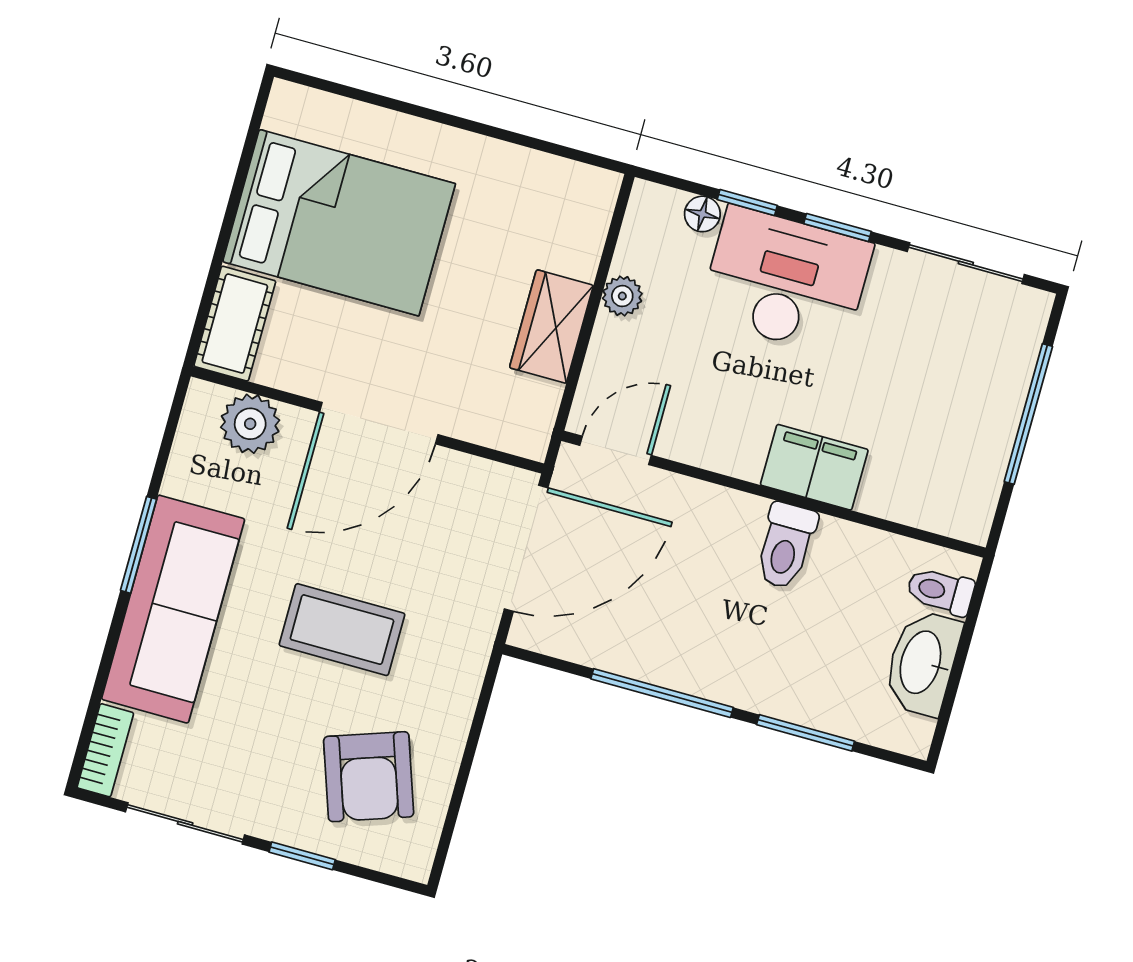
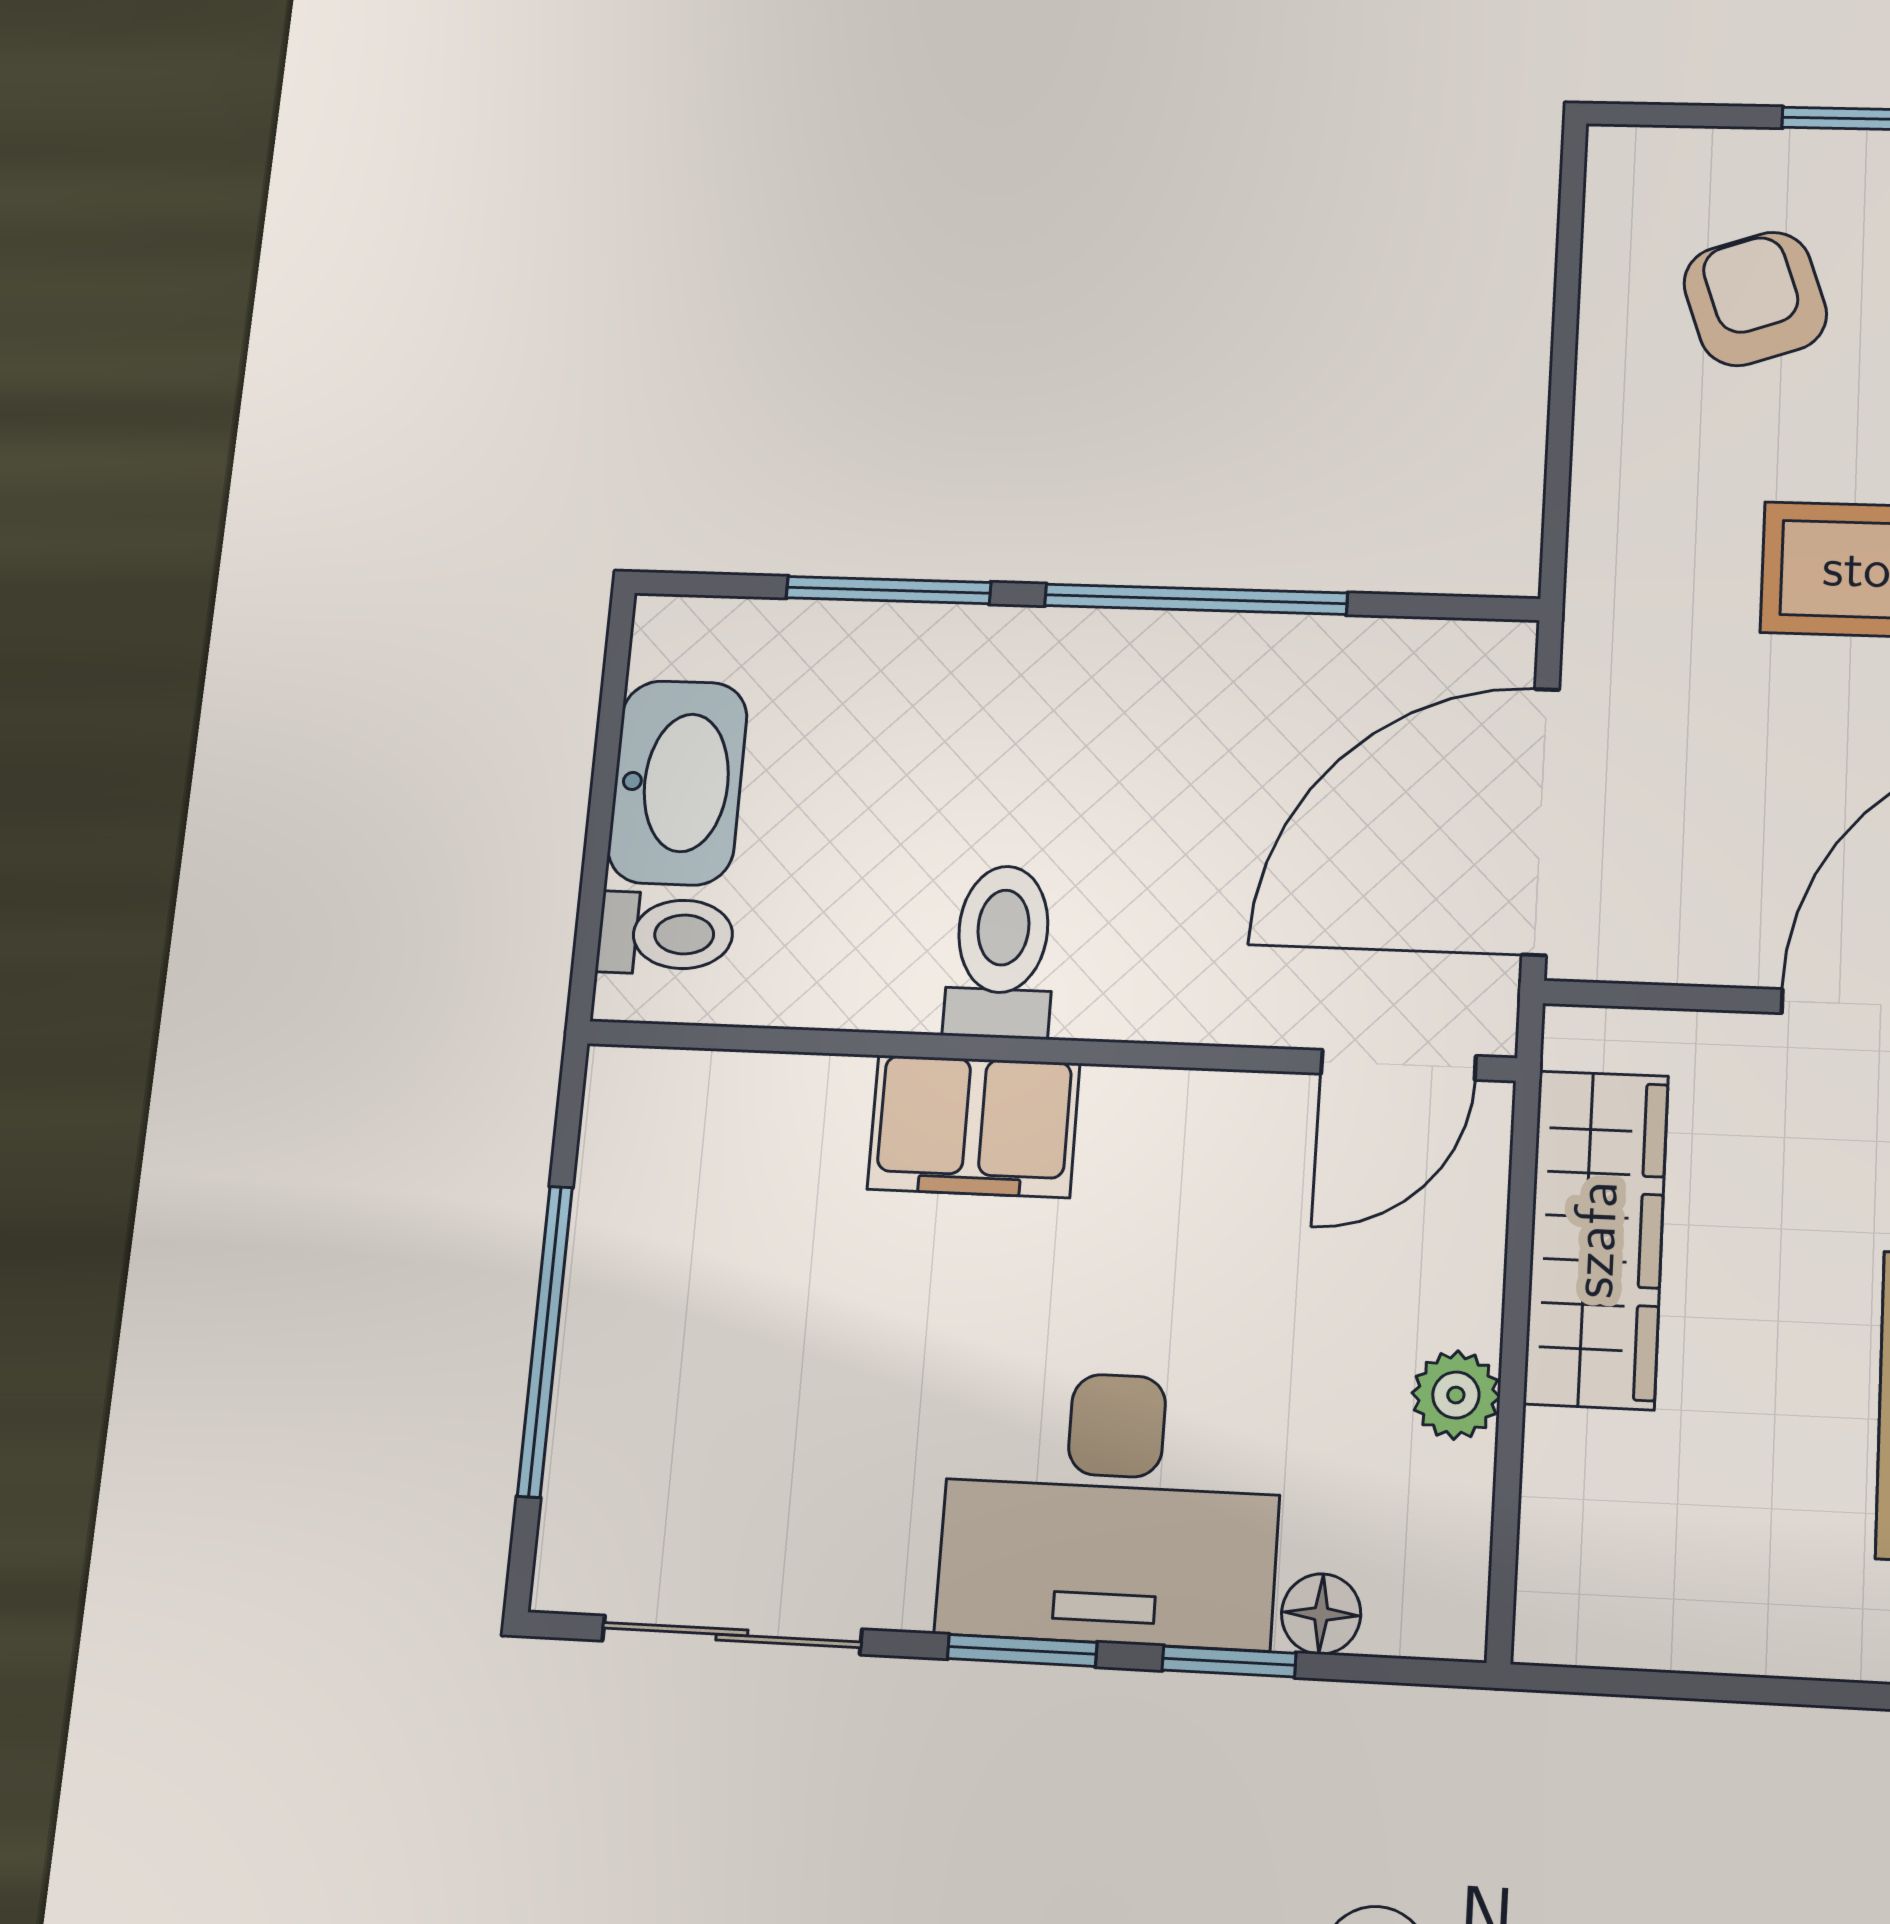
wardrobe: (551, 327) -> (1596, 1239), width x1.50
armchair: (369, 777) -> (1755, 299), width x0.72, depth x0.72

